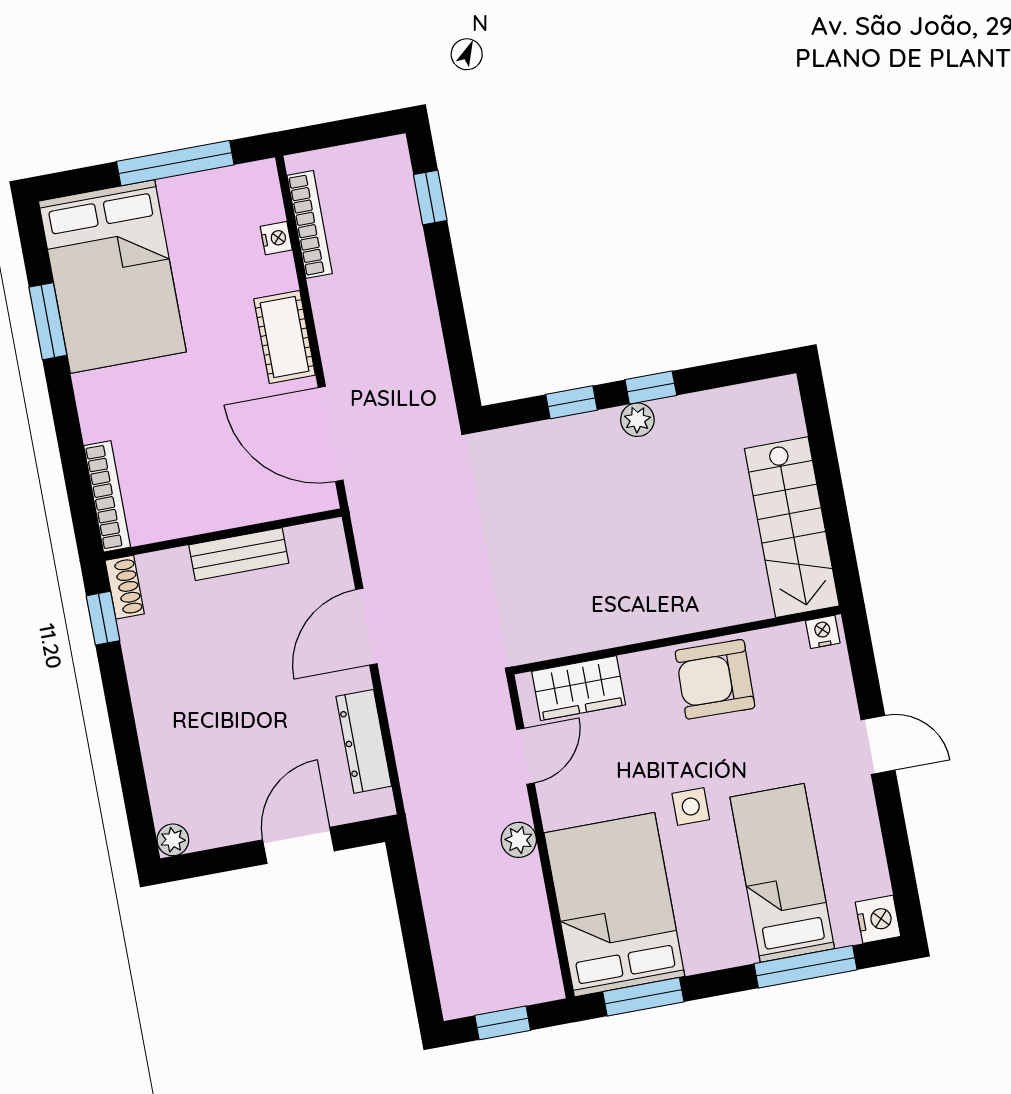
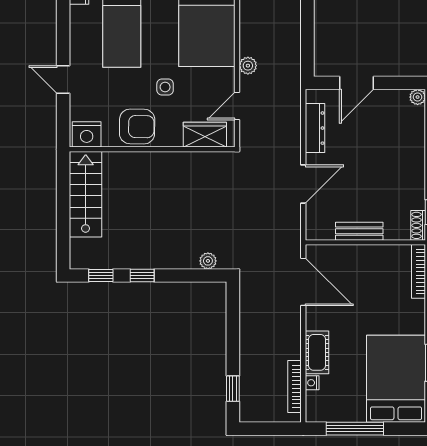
cot: (285, 337) -> (317, 352), moved
window: (572, 402) -> (101, 275), moved
plant: (637, 420) -> (208, 261), moved
nightstand: (823, 632) -> (87, 134), width x1.89, depth x1.79
side table: (691, 807) -> (165, 87), moved

